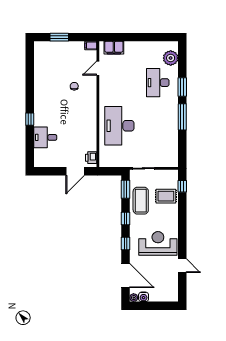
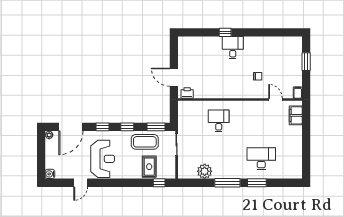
plant: (171, 58) -> (205, 171), moved
desk: (119, 126) -> (219, 121), width x0.53, depth x0.77
desk: (45, 137) -> (233, 48), moved
water cooler: (144, 297) -> (50, 174), moved

